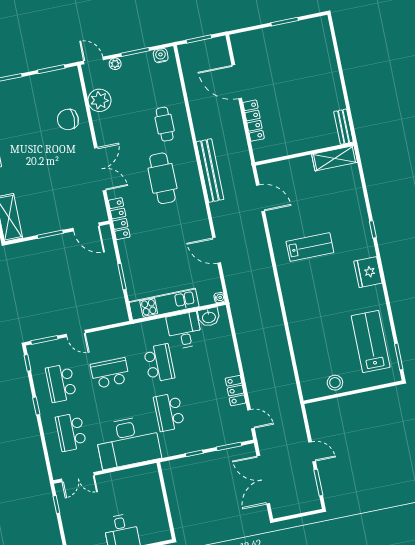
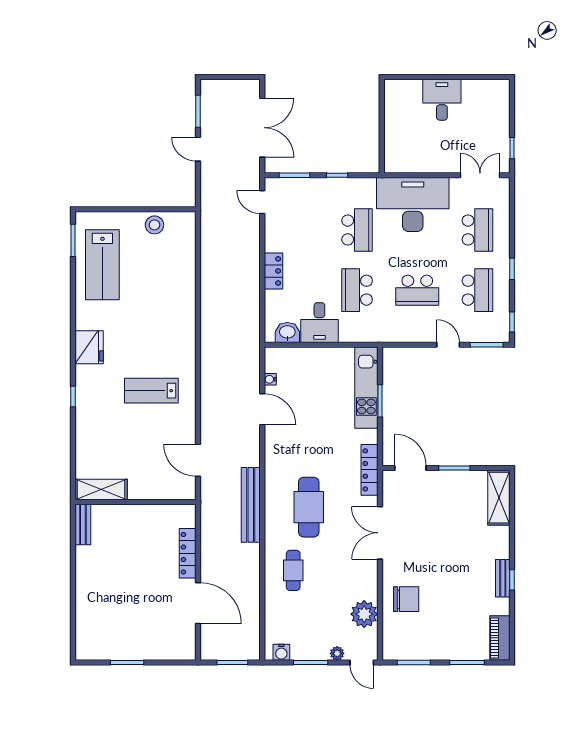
water cooler: (219, 298) -> (270, 379), moved
kitchen unit: (164, 304) -> (366, 388), moved, turned 90
locker: (236, 391) -> (274, 271), moved

